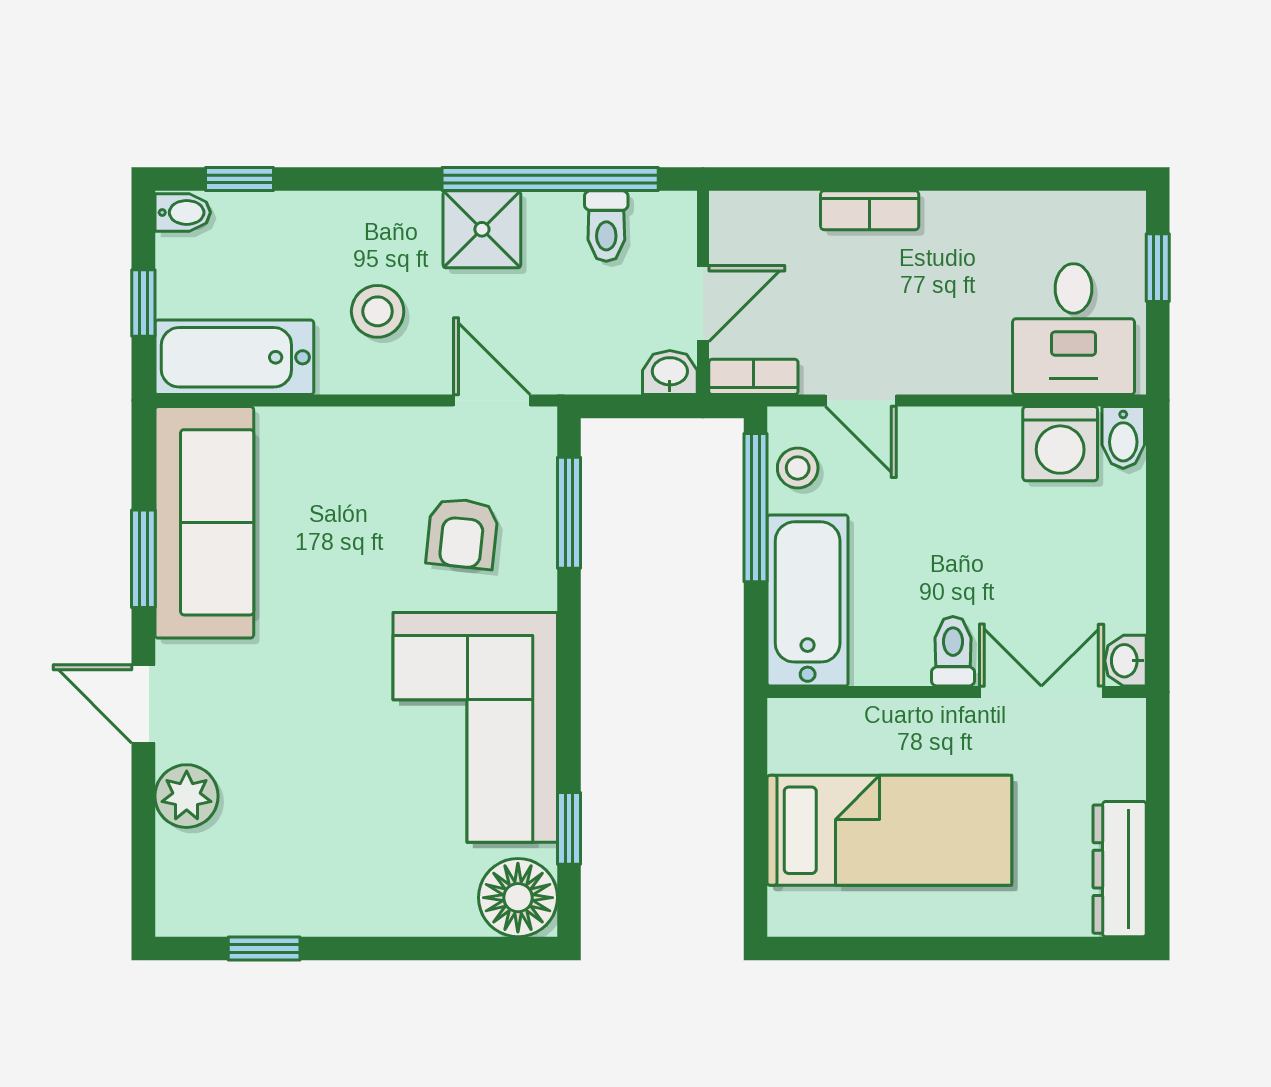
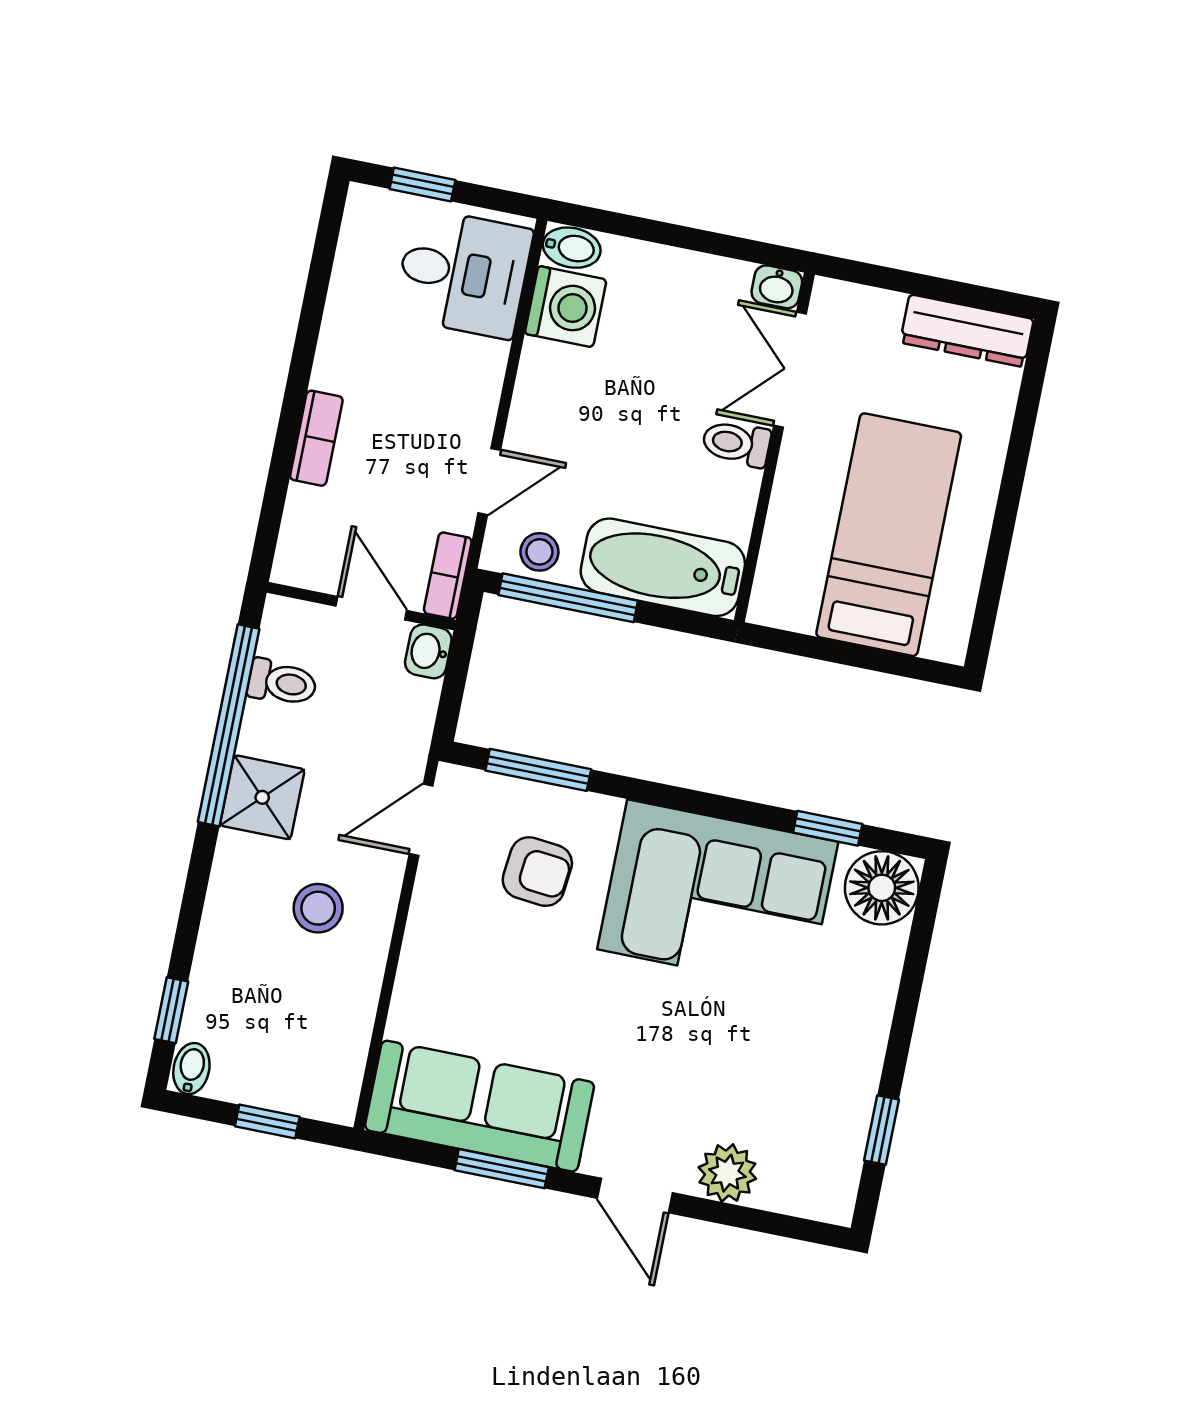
bathtub: (234, 357) -> (334, 1048), removed
door: (143, 704) -> (635, 1196), hinge flipped

